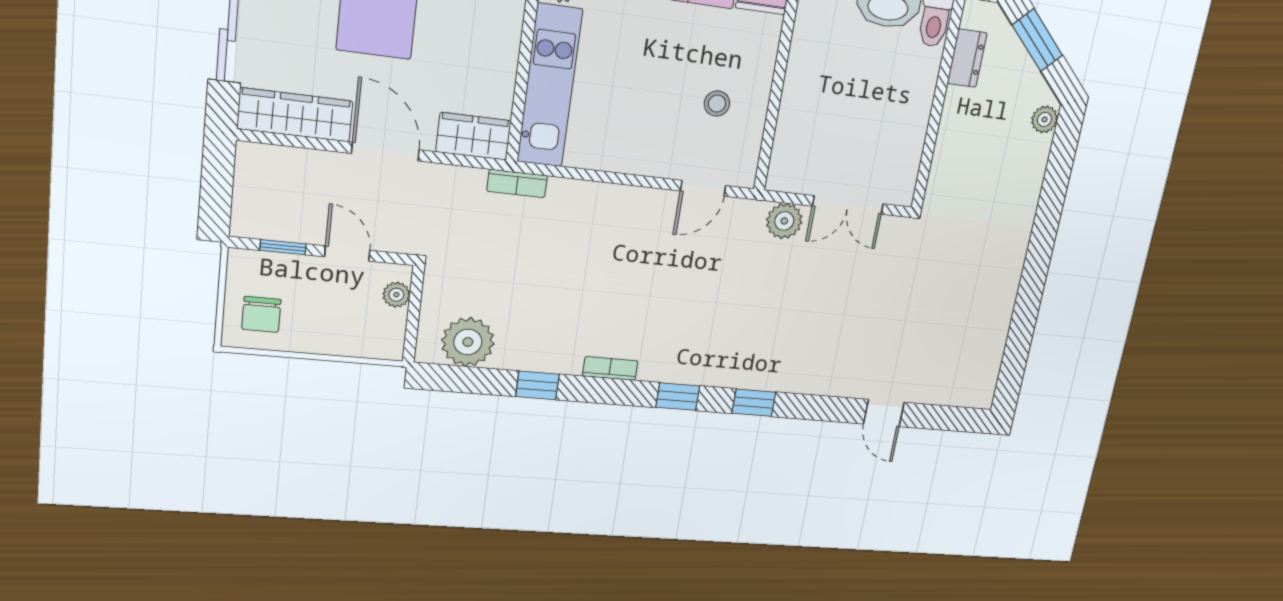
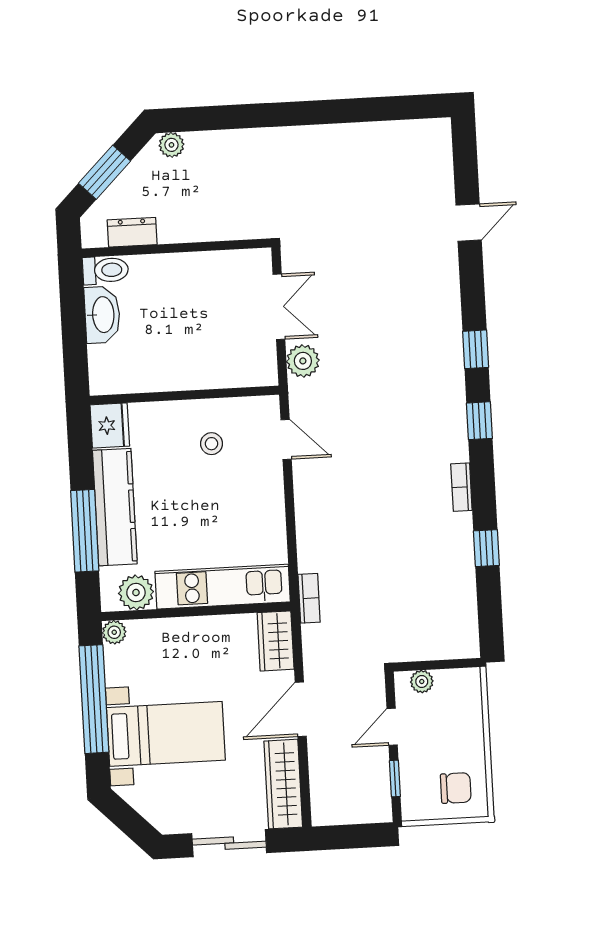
plant: (468, 342) -> (455, 615), removed

